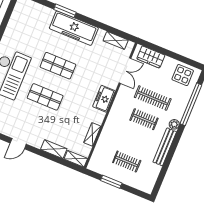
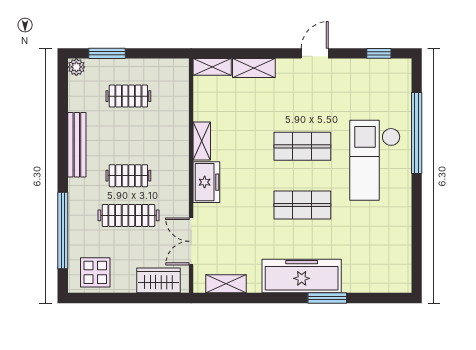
plant: (174, 124) -> (76, 67), moved
shelving: (92, 134) -> (202, 141), moved
window: (111, 182) -> (107, 53), moved

